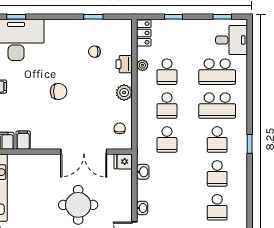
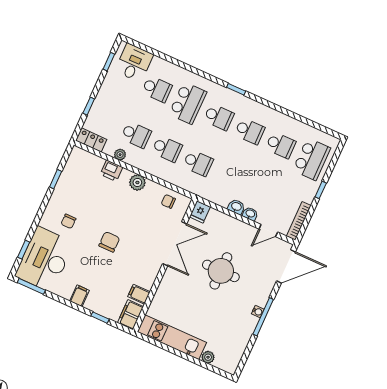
chair: (94, 52) -> (68, 221), moved
school desk: (217, 72) -> (157, 89), width x0.54
washbasin: (143, 172) -> (236, 207), moved

